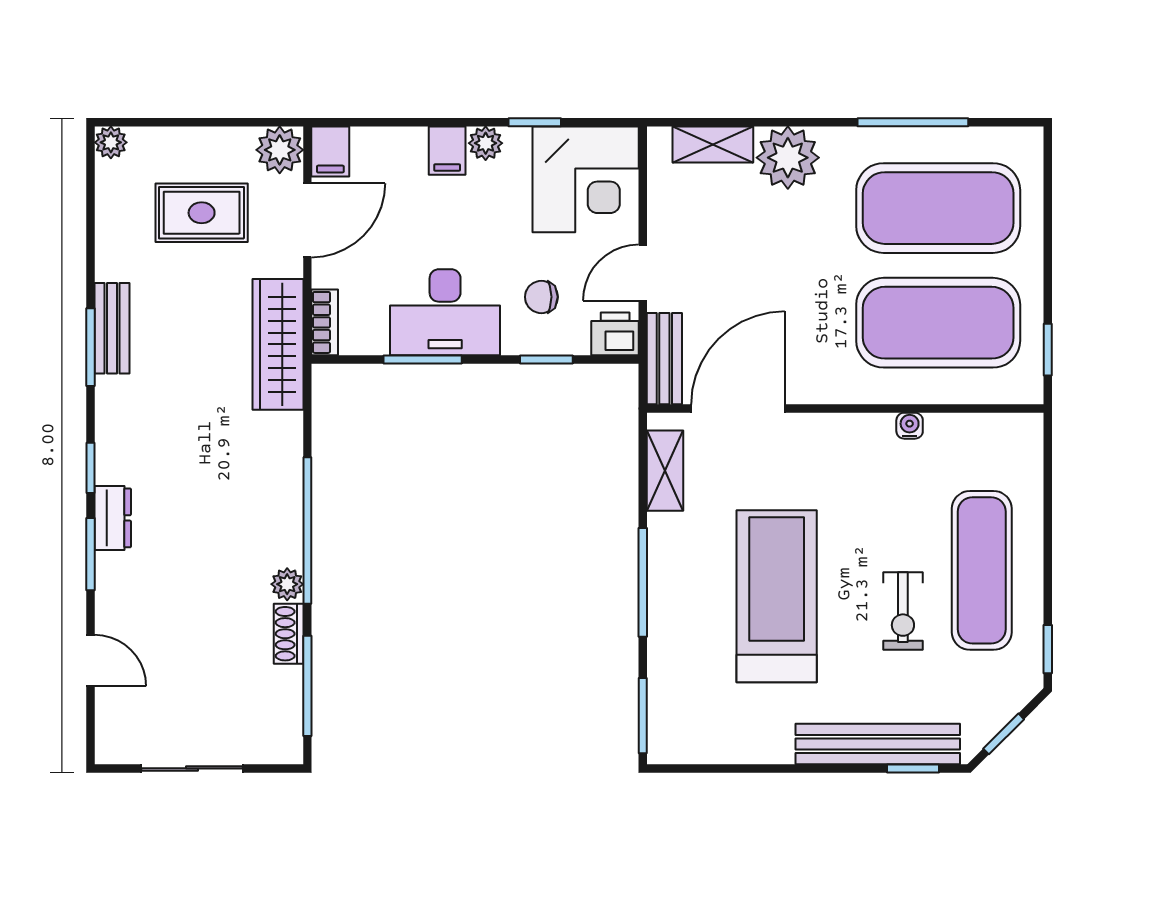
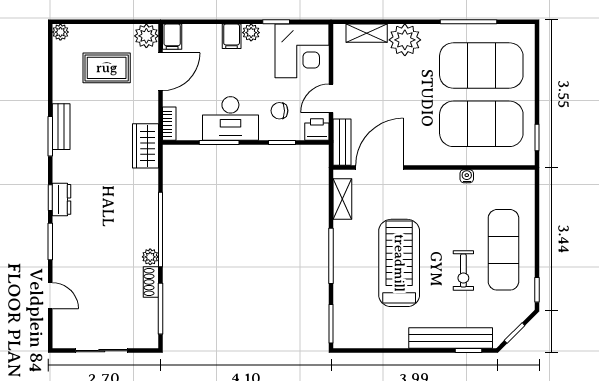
wardrobe: (278, 344) -> (145, 146), width x0.67
dresser: (113, 518) -> (61, 199), moved

